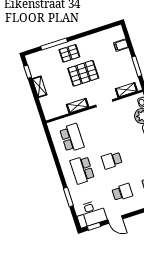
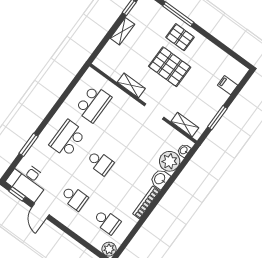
school desk: (112, 160) -> (100, 163), turned 180

